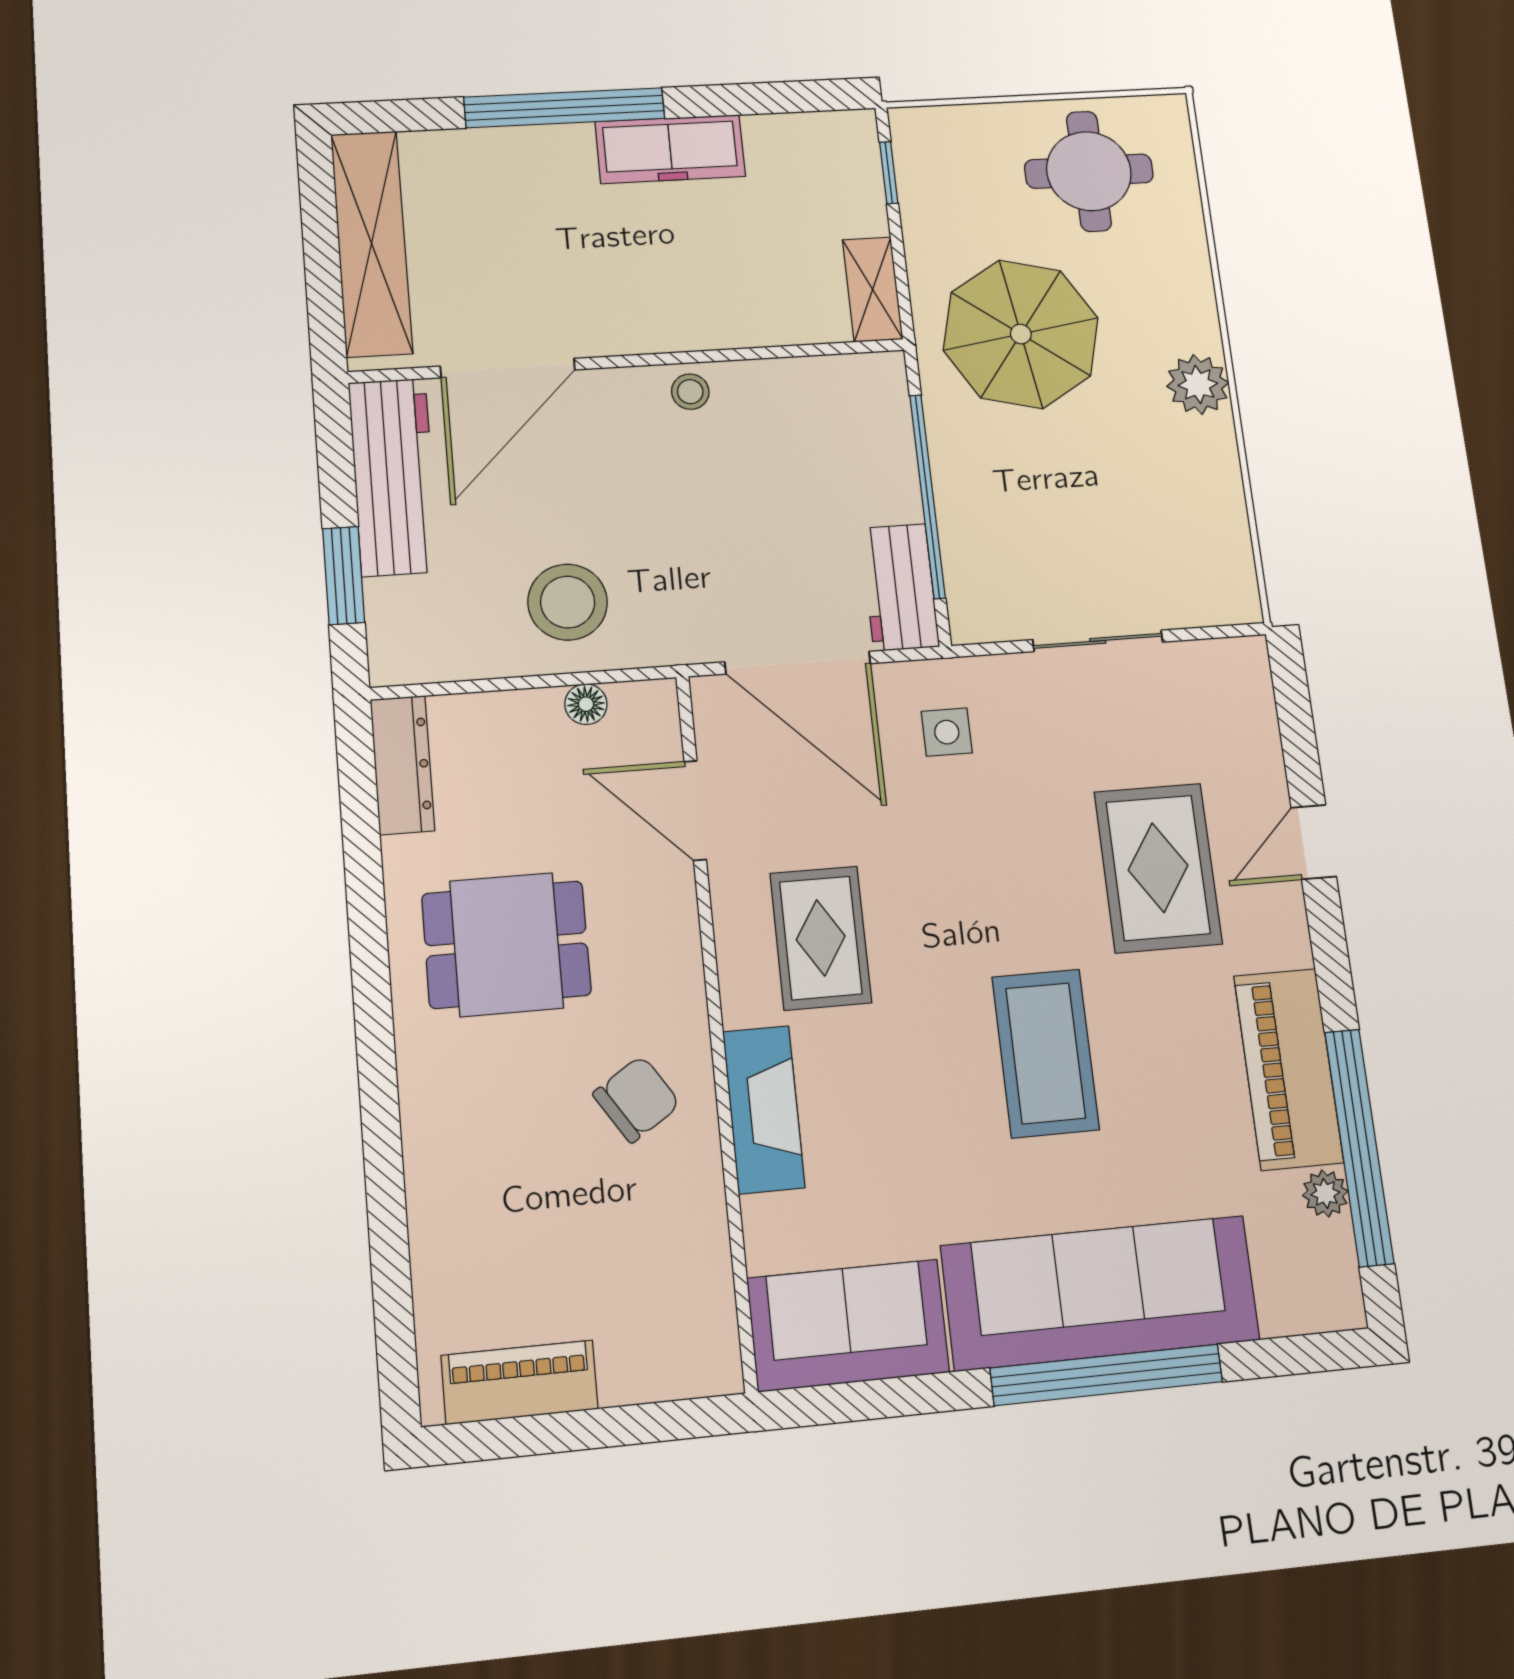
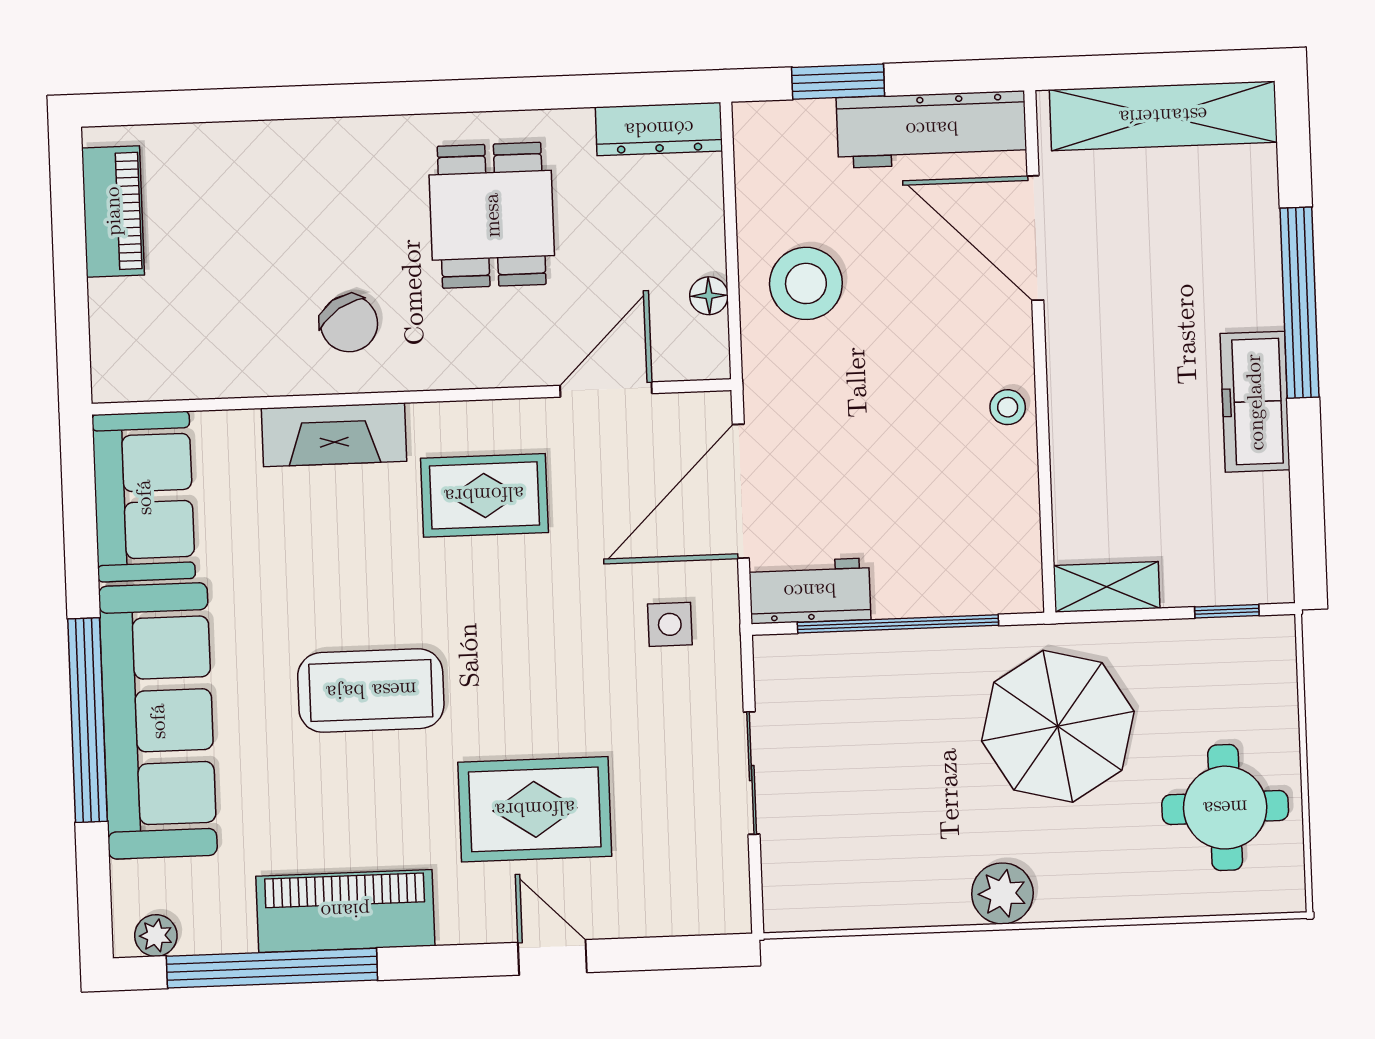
plant: (1325, 1193) -> (156, 936), moved

